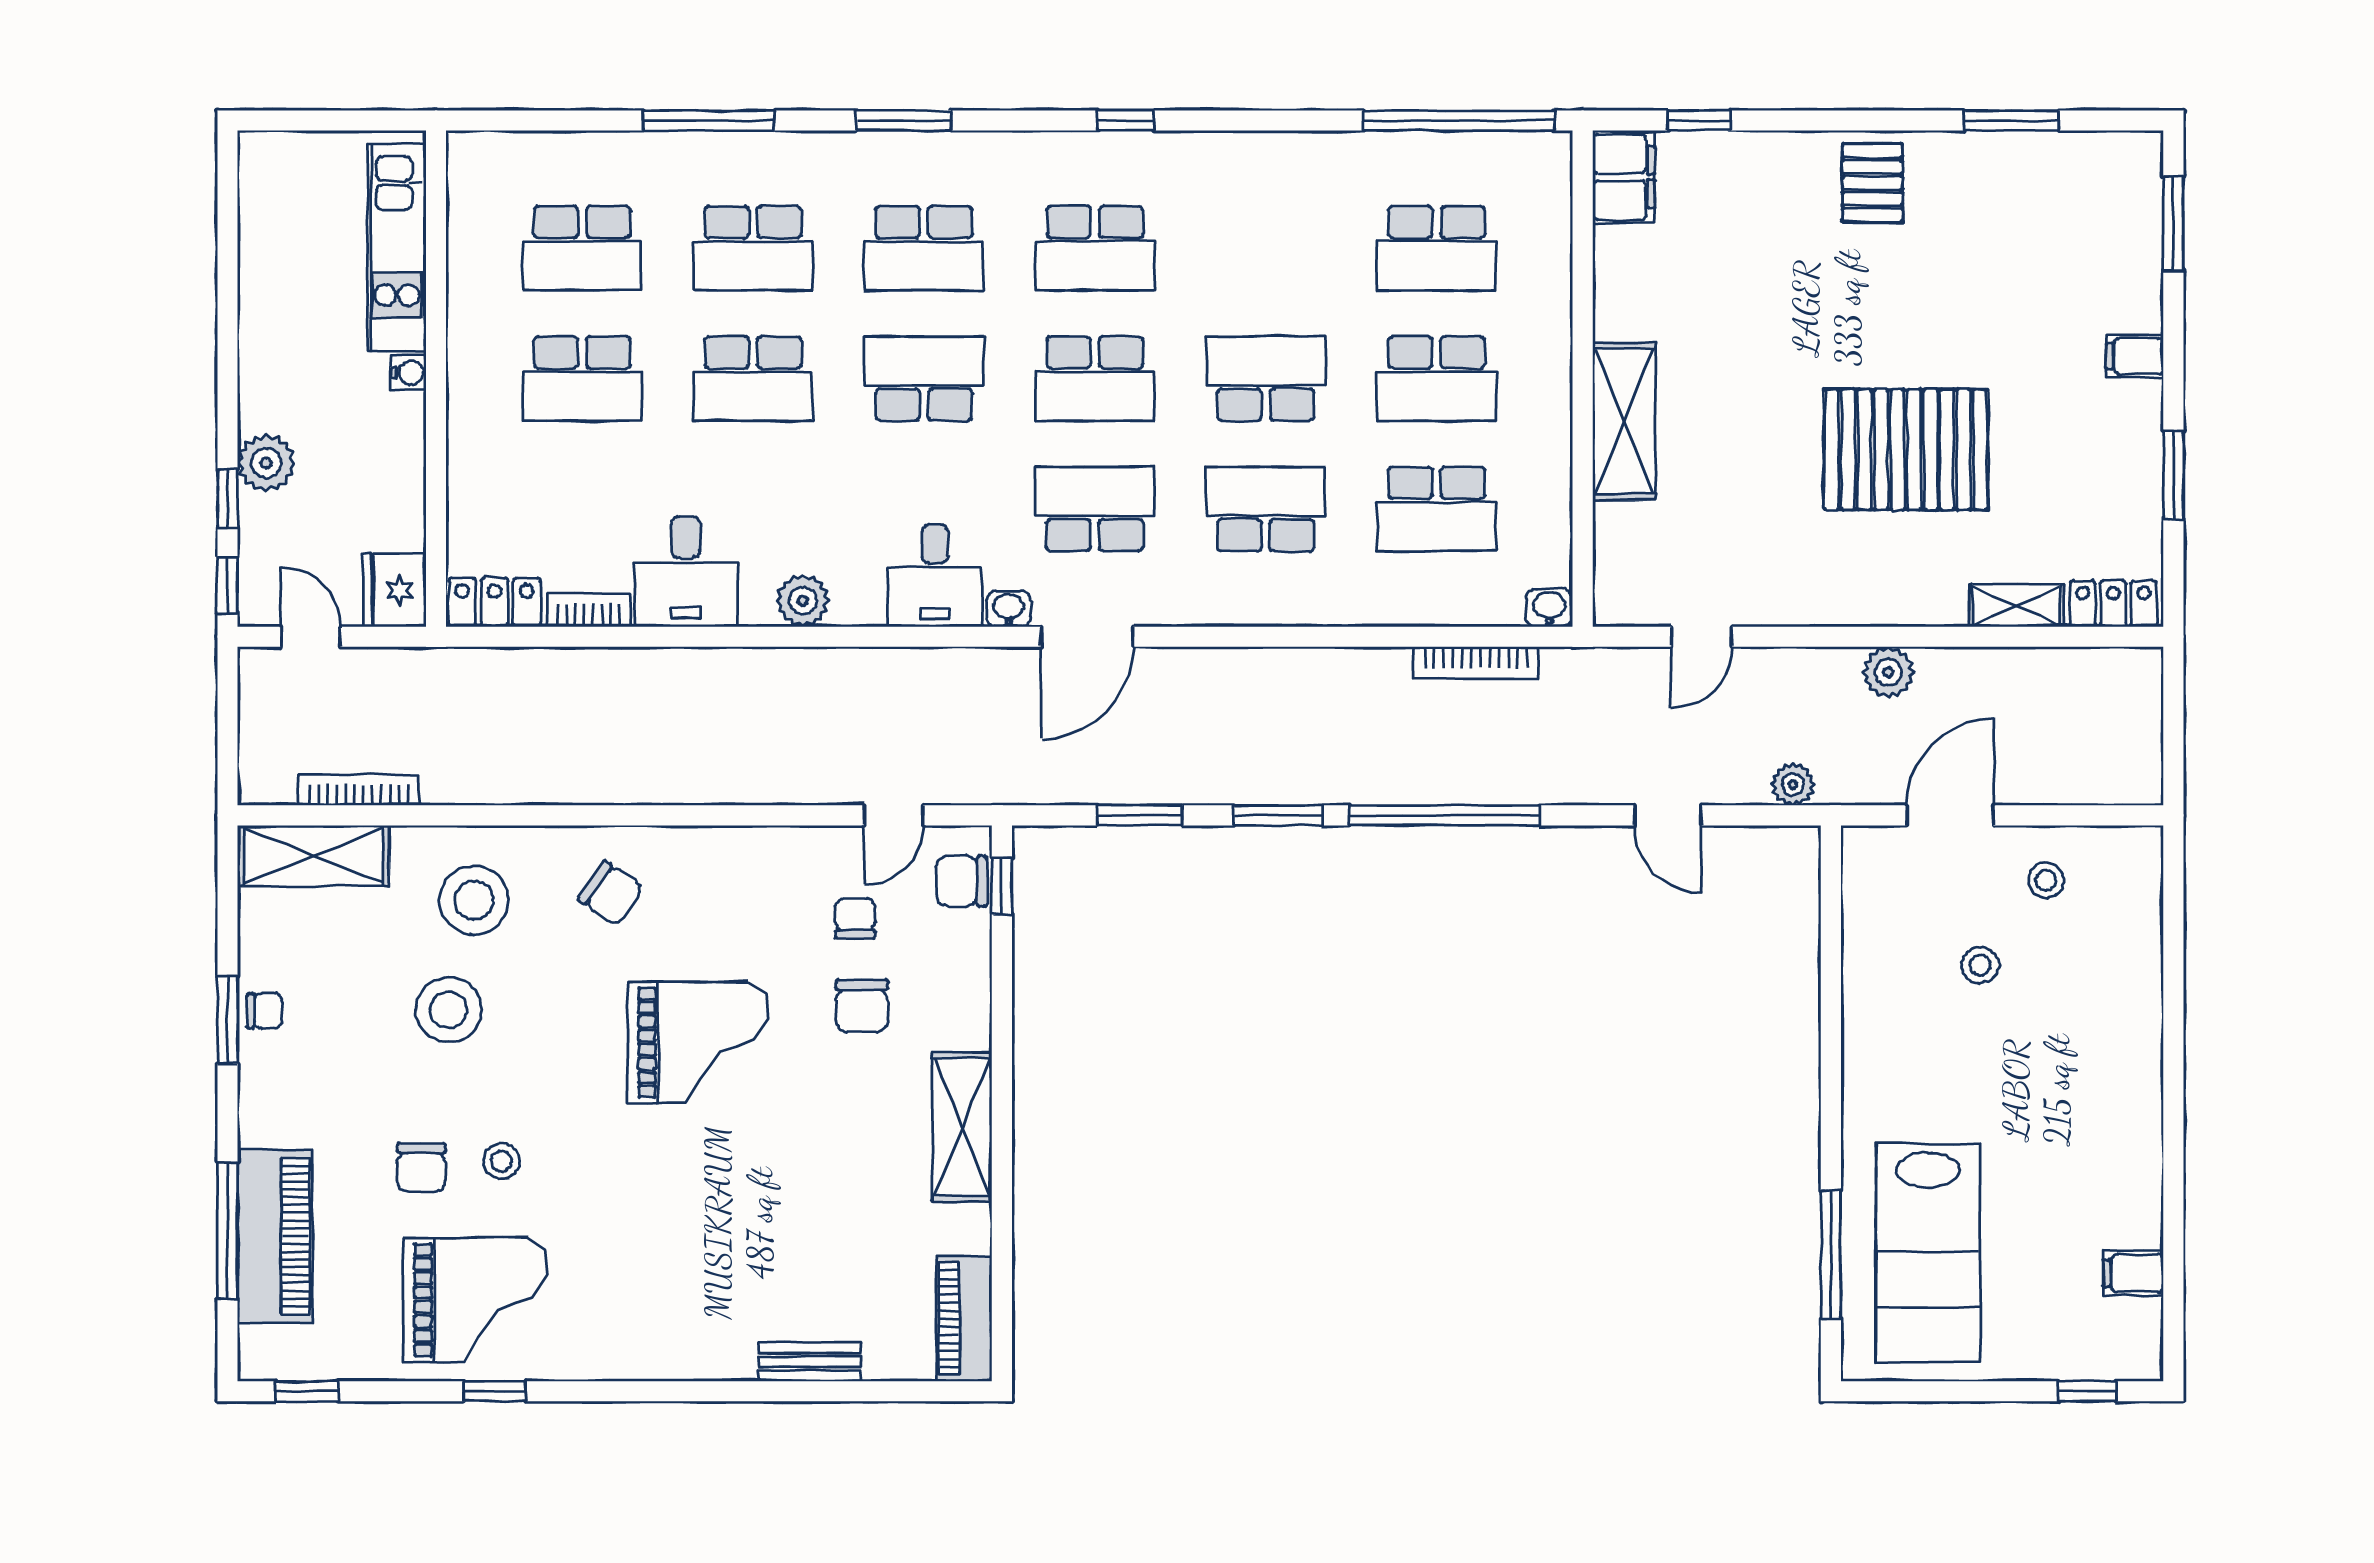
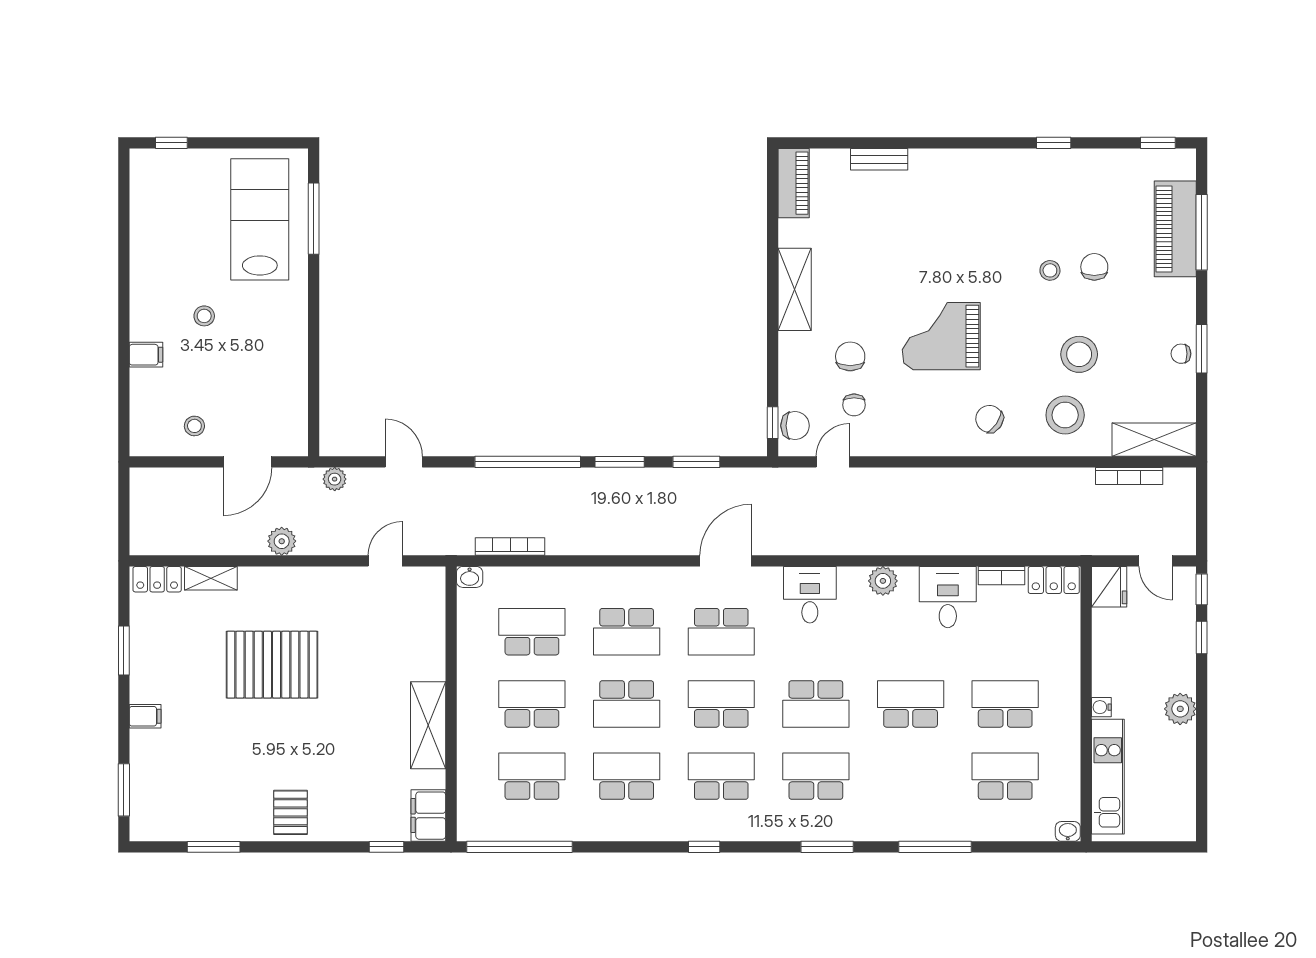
school desk: (753, 248) -> (627, 776), moved
shelving: (1624, 421) -> (428, 725), moved
plant: (266, 463) -> (1180, 709), moved
washbasin: (1008, 609) -> (1068, 831), moved, turned 180
stool: (1980, 965) -> (204, 316), moved
filing cabinet: (2133, 1273) -> (146, 355), moved
grand piano: (475, 1300) -> (1065, 194), removed

